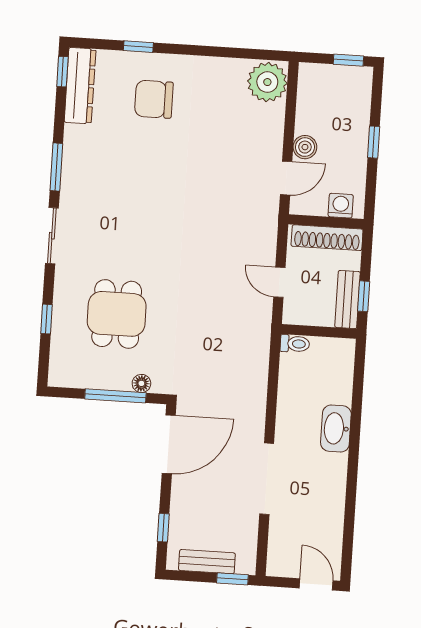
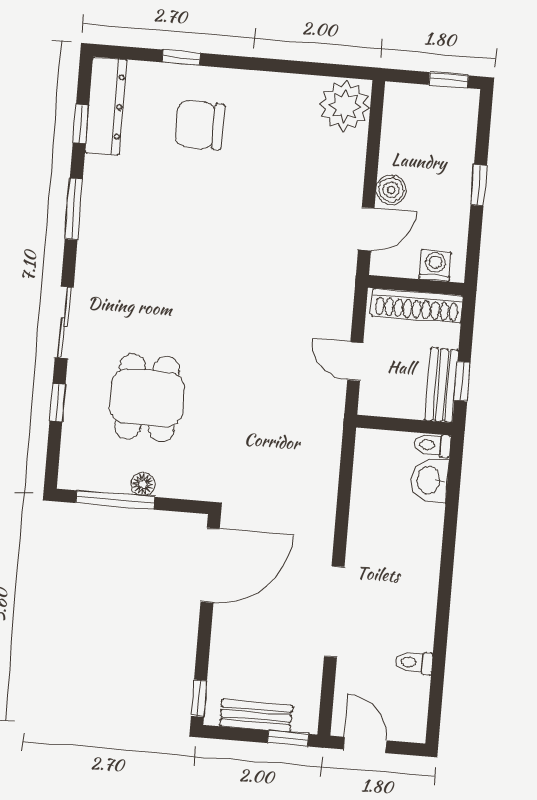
window: (62, 72) -> (81, 124), moved
sliding door: (52, 236) -> (64, 322), moved
toilet: (295, 344) -> (432, 445), moved, turned 180
floor lamp: (141, 383) -> (143, 484), moved
window: (115, 396) -> (115, 500), moved
washbasin: (336, 429) -> (429, 480), moved, width x0.72
toilet: (330, 518) -> (414, 663), added
window: (163, 528) -> (199, 698), moved
door: (316, 584) -> (365, 745), moved

